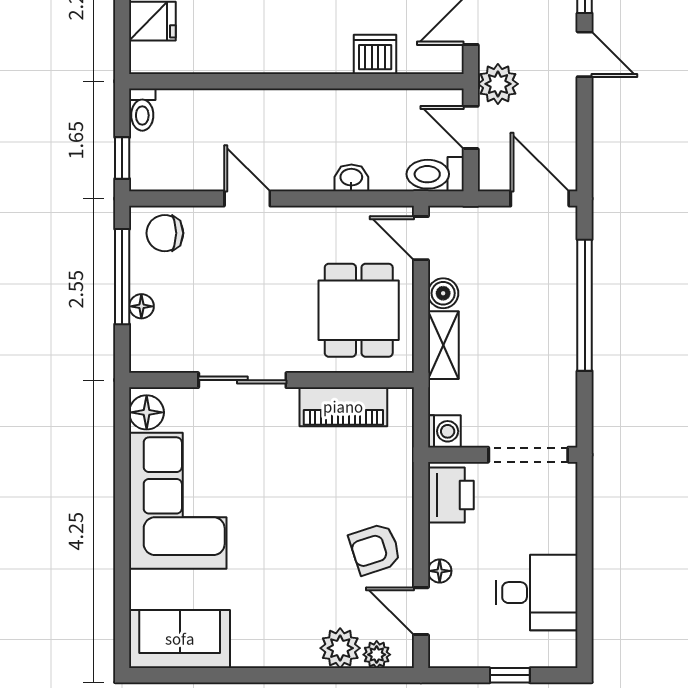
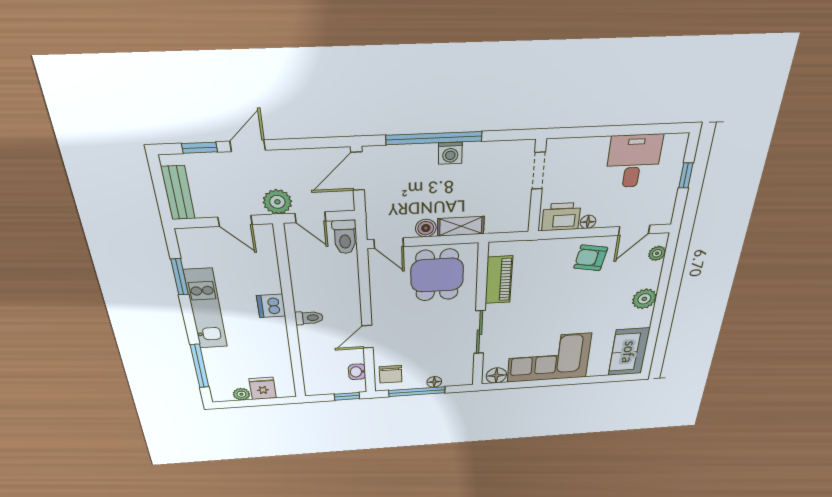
dishwasher: (375, 54) -> (271, 306), moved
toilet: (142, 110) -> (309, 318), moved
door: (471, 127) -> (310, 217), hinge flipped
washbasin: (351, 178) -> (357, 372), moved
door: (421, 238) -> (389, 243), hinge flipped
dining table: (359, 310) -> (437, 275), turned 90
washing machine: (444, 431) -> (450, 153), moved, turned 180
doorway: (528, 455) -> (538, 171), width x0.73
armchair: (375, 549) -> (591, 258), turned 118
floor lamp: (440, 571) -> (588, 222), moved
plant: (340, 648) -> (644, 299), moved

